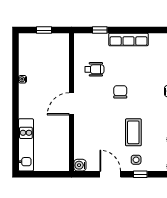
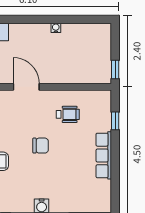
window: (44, 30) -> (115, 70), moved
wheelchair: (94, 69) -> (68, 114), turned -90

